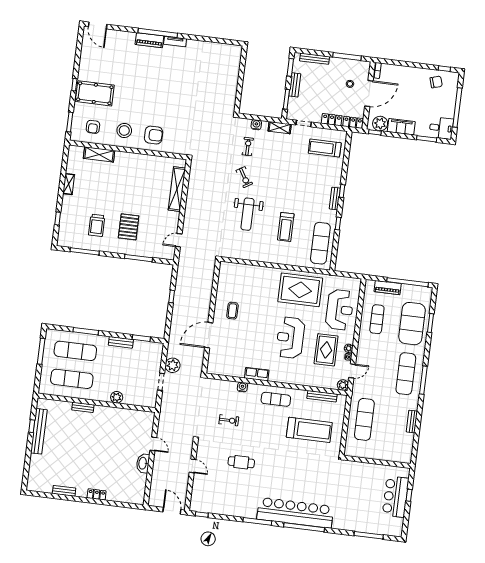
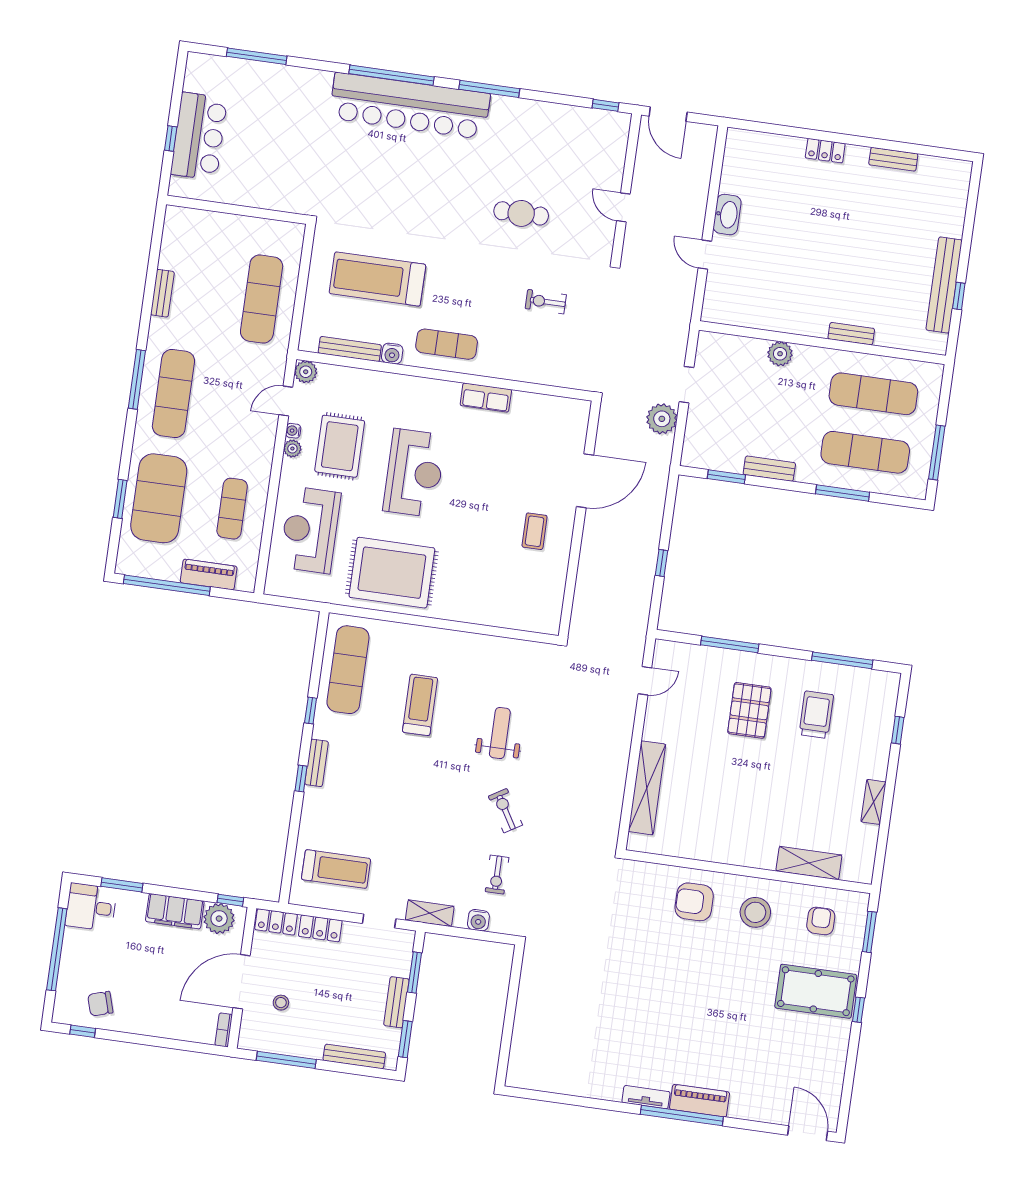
weight bench: (248, 214) -> (500, 733), width x0.73, depth x0.75
water cooler: (242, 387) -> (392, 354), moved

